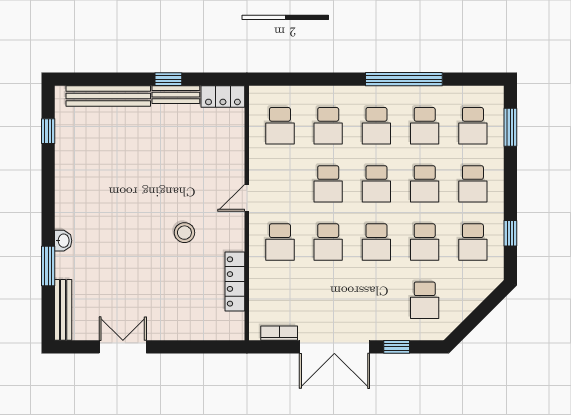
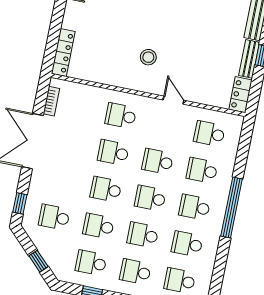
window: (404, 79) -> (232, 207), moved
door: (247, 198) -> (173, 100), moved
stool: (184, 233) -> (148, 57), moved
locker: (235, 281) -> (63, 52), moved, turned 90
window: (484, 309) -> (38, 261), added
window: (397, 347) -> (20, 203), moved

